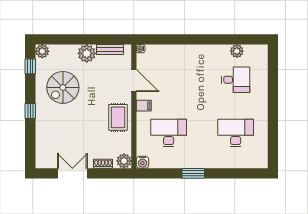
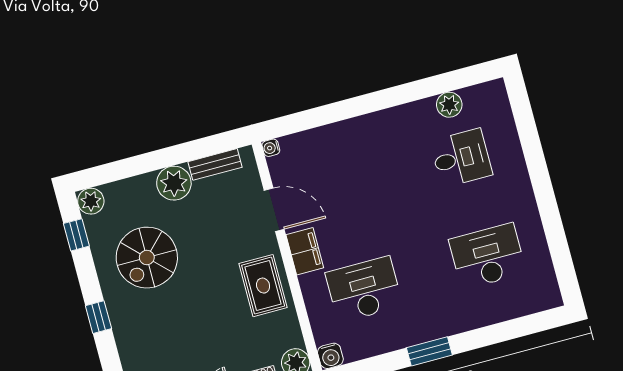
filing cabinet: (144, 106) -> (305, 251), width x2.00

